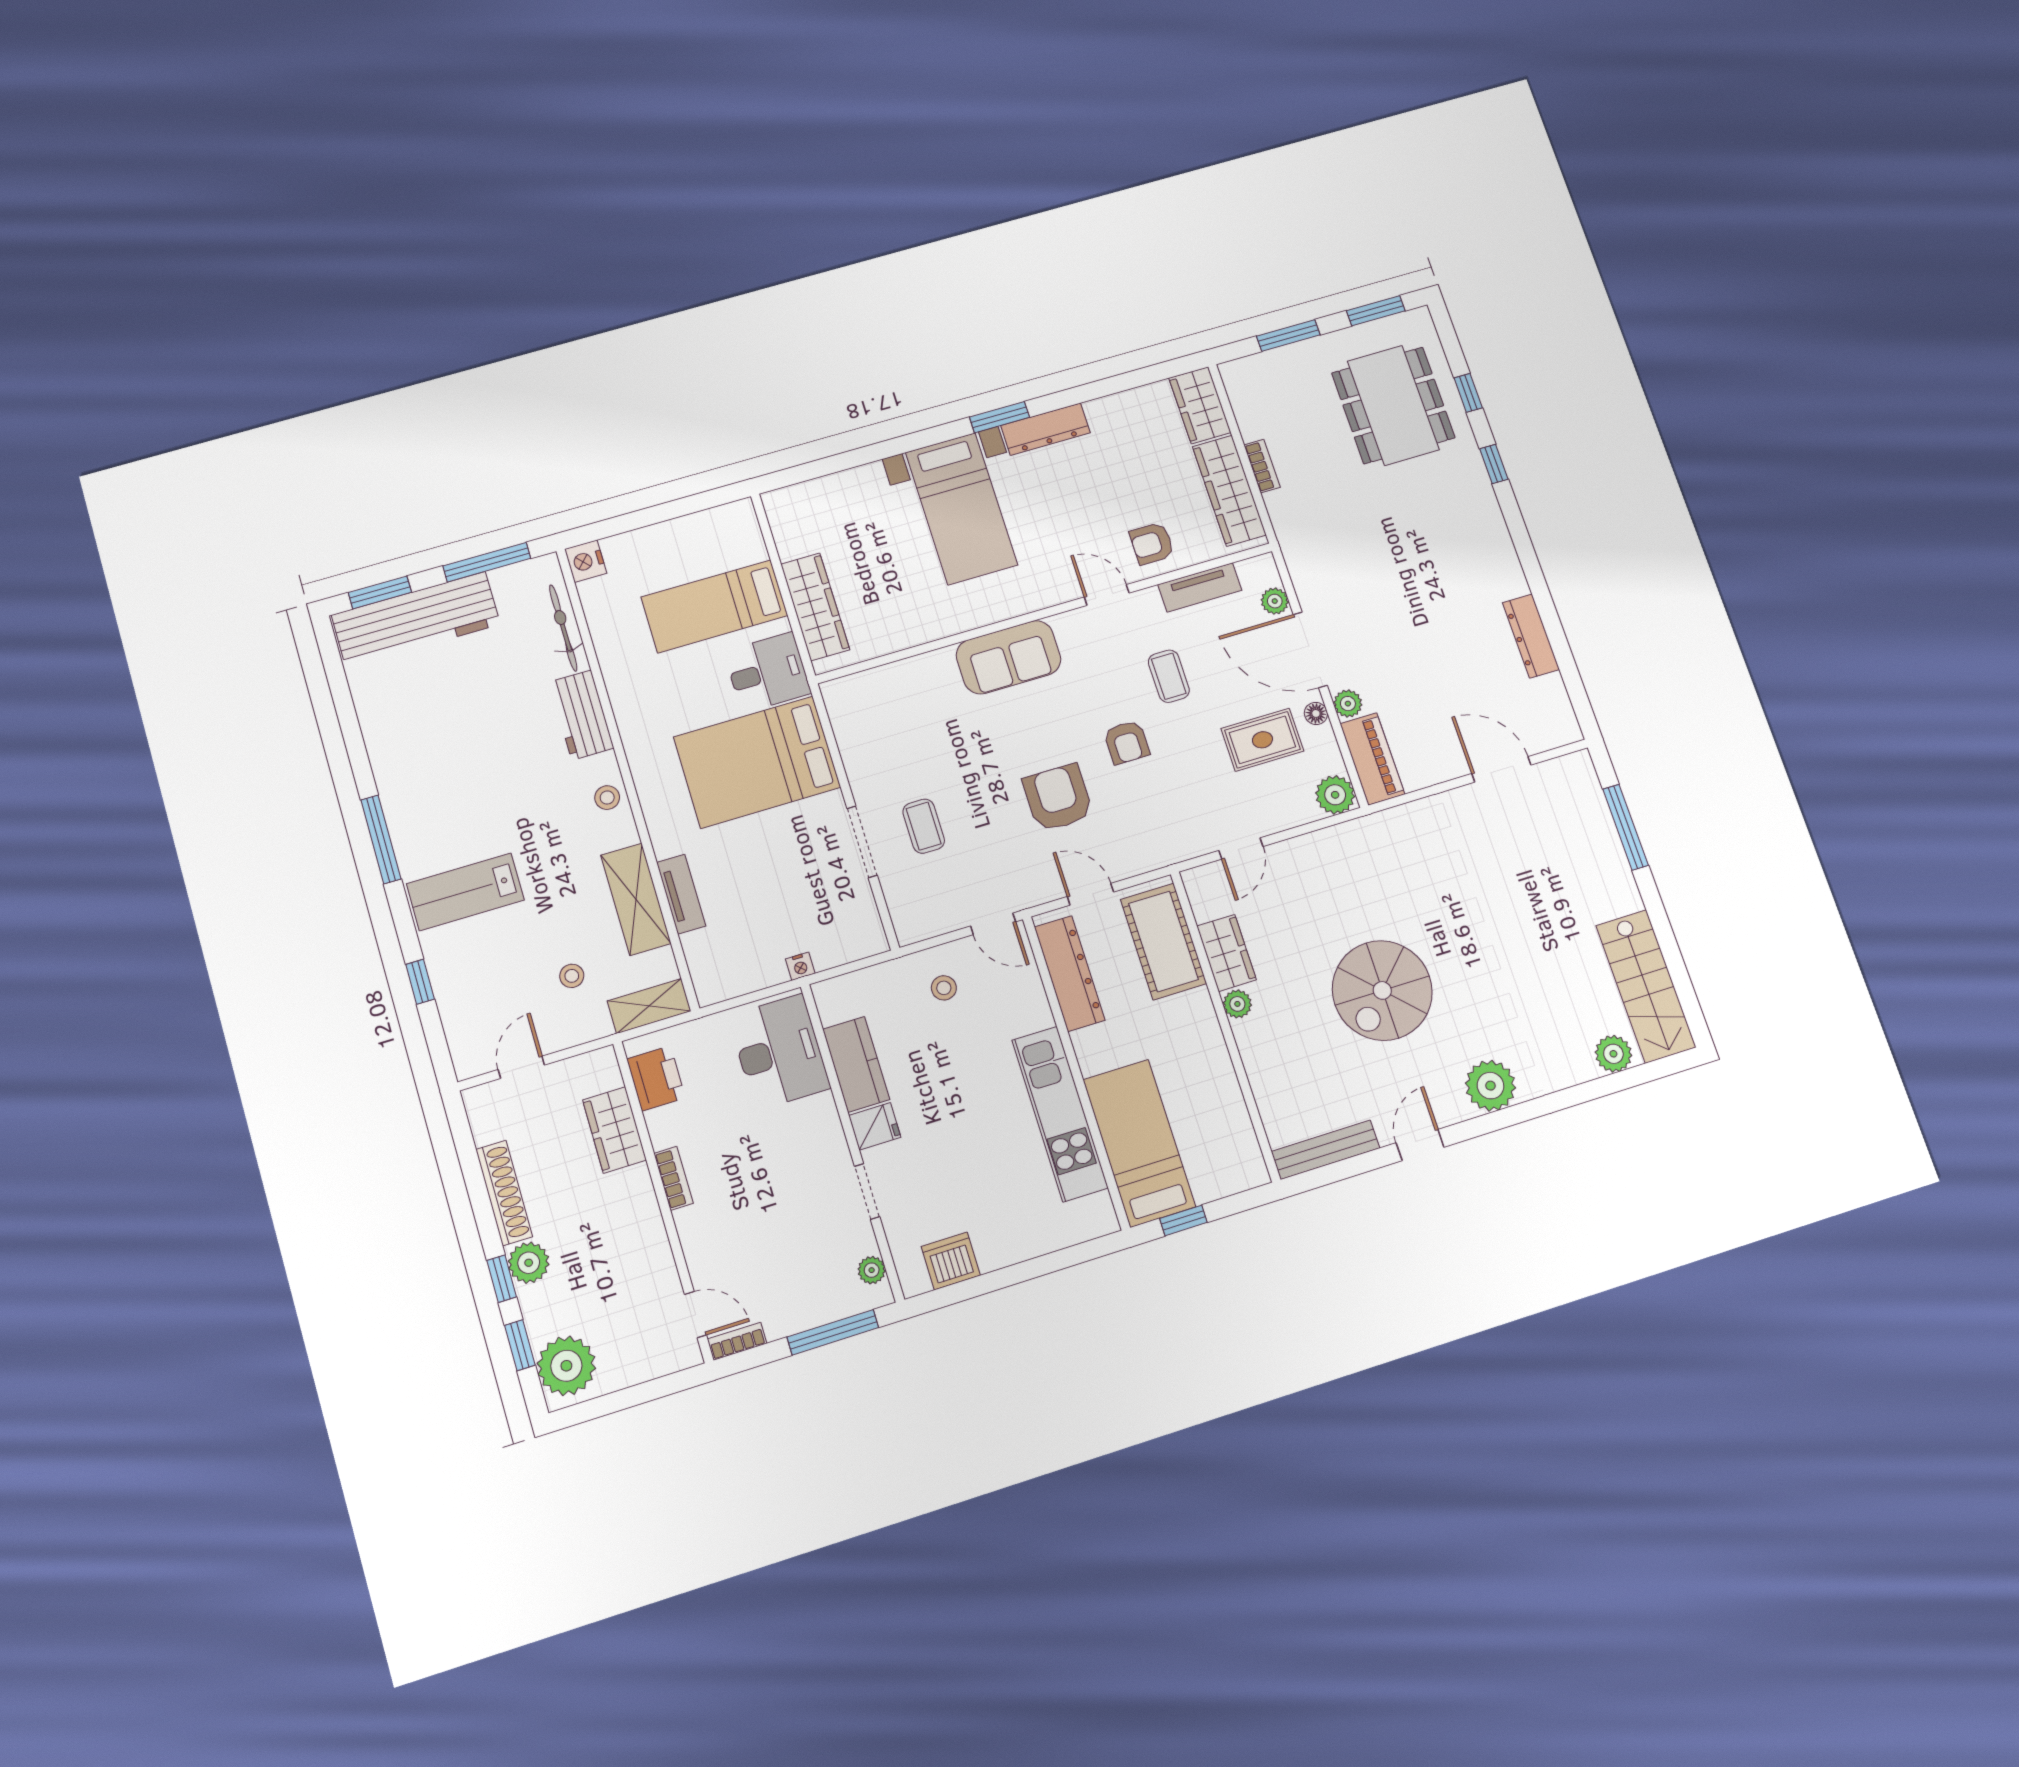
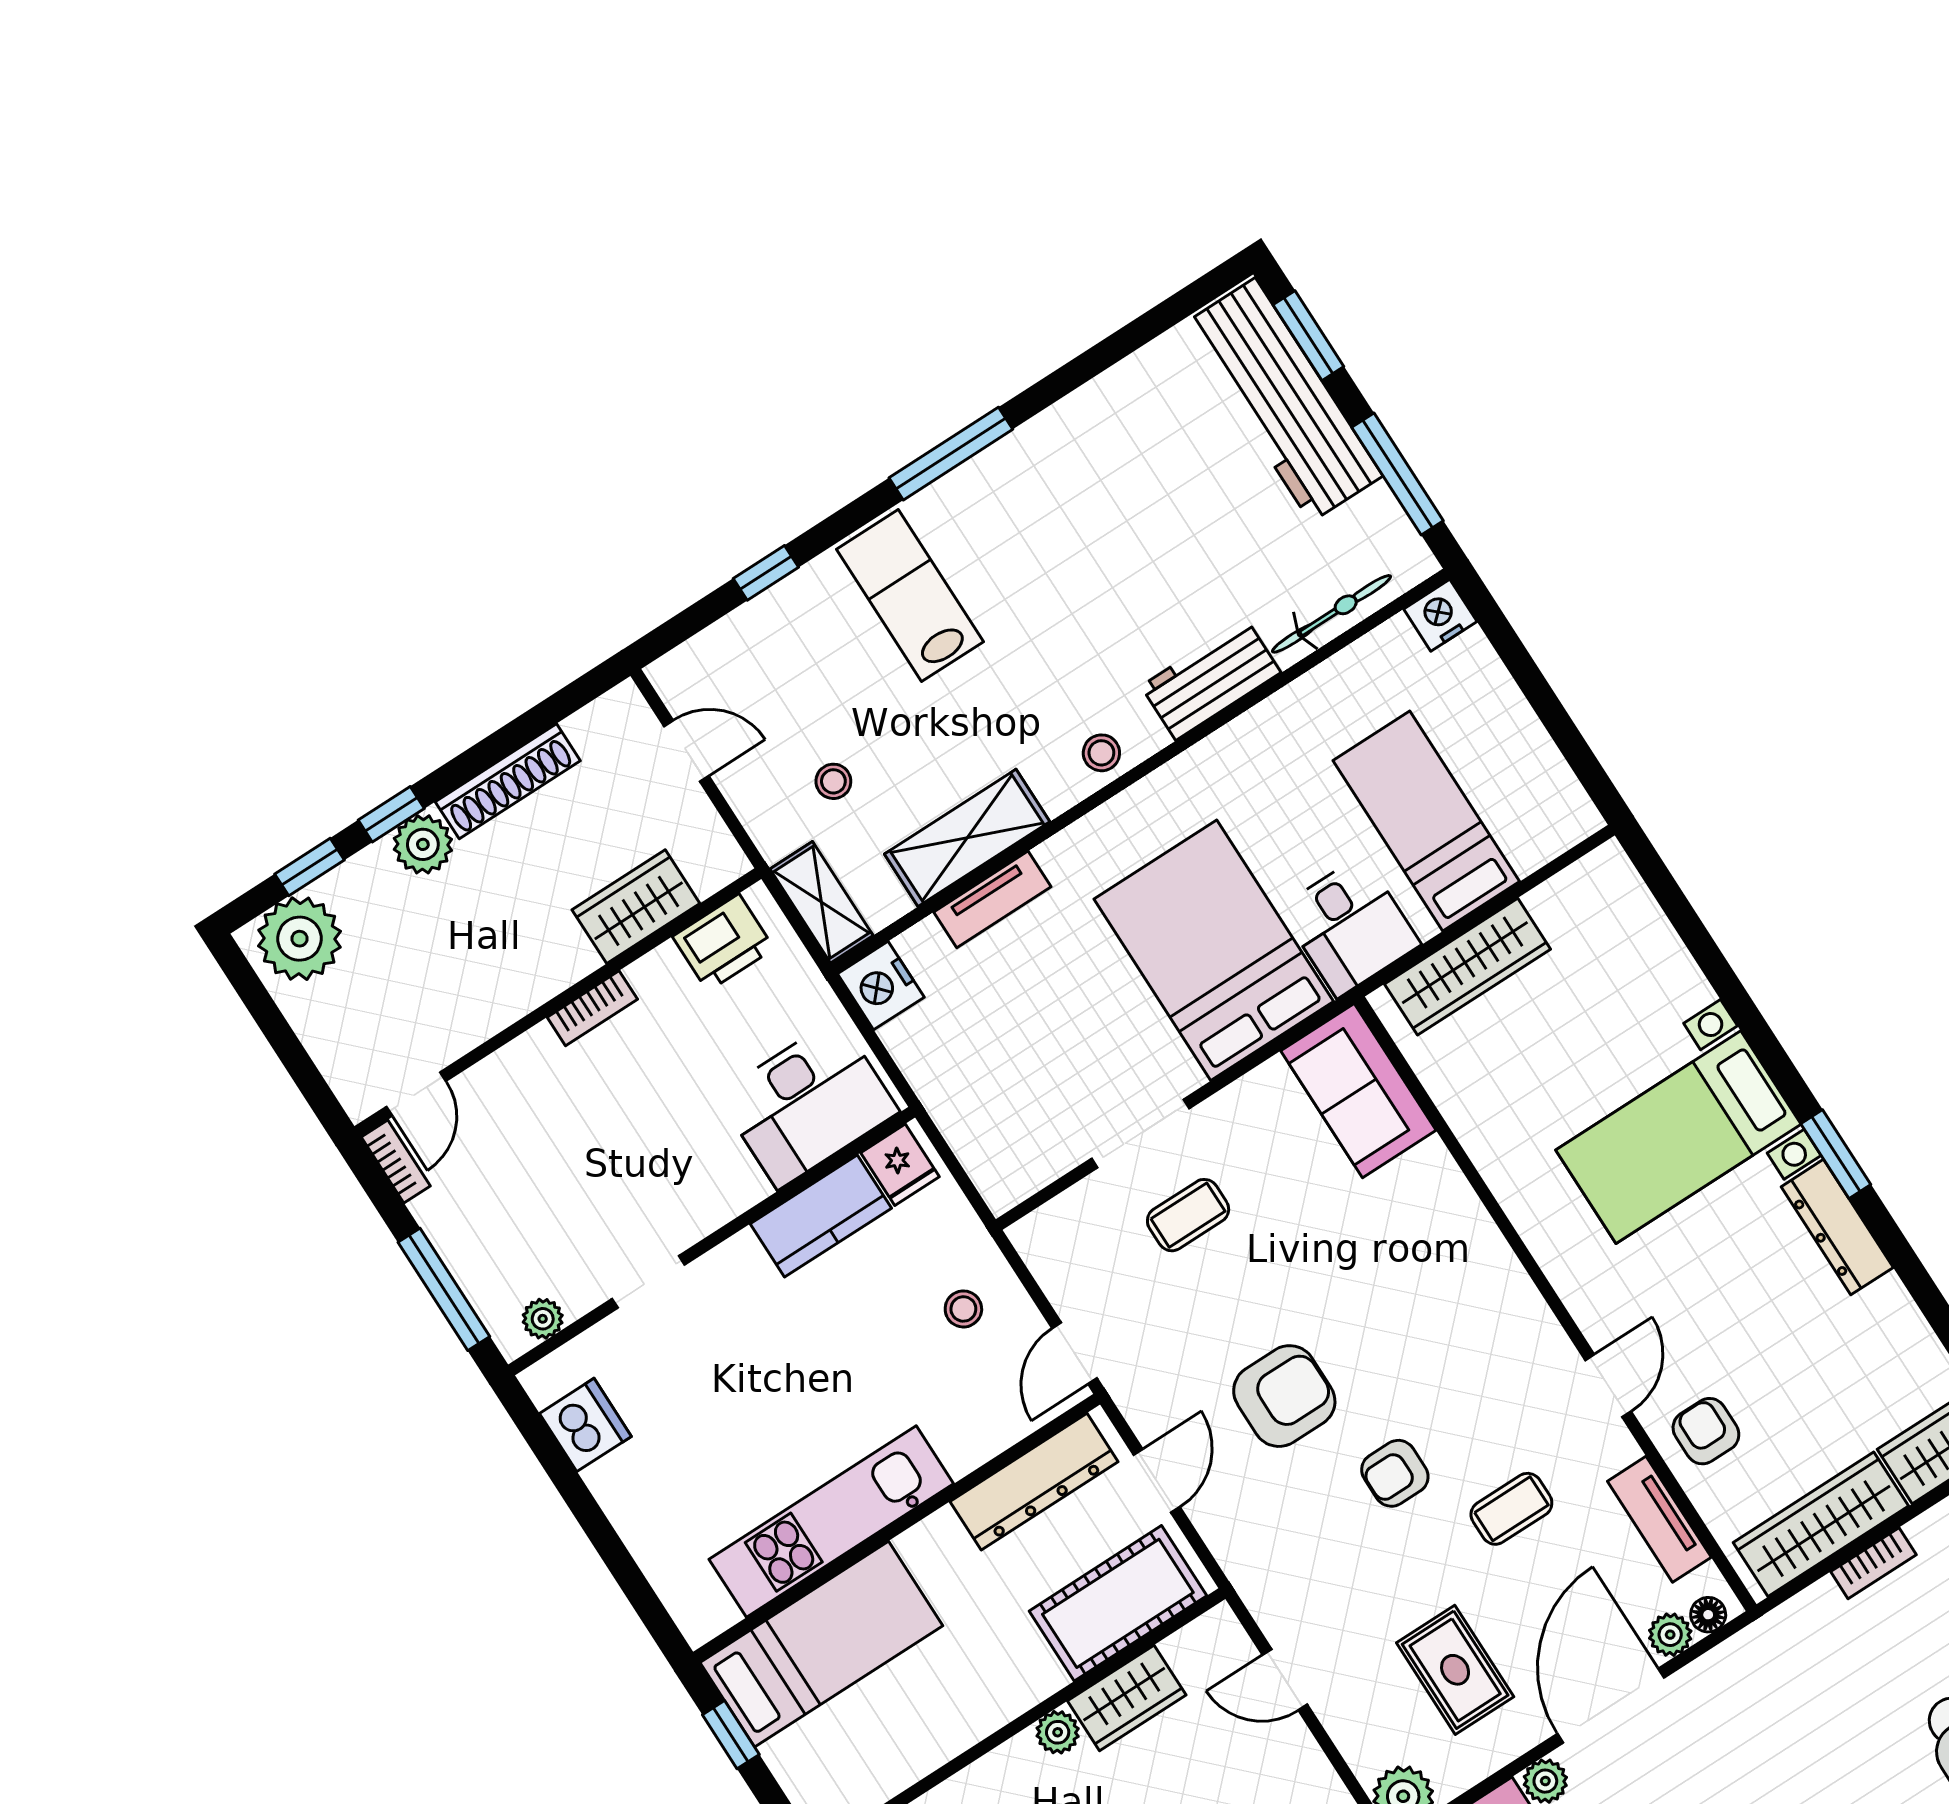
sofa: (1009, 657) -> (1358, 1091), moved
floor lamp: (1316, 713) -> (1708, 1615), moved
nightstand: (800, 966) -> (881, 986), moved, width x1.89, depth x1.79
fridge: (875, 1126) -> (900, 1165), moved

